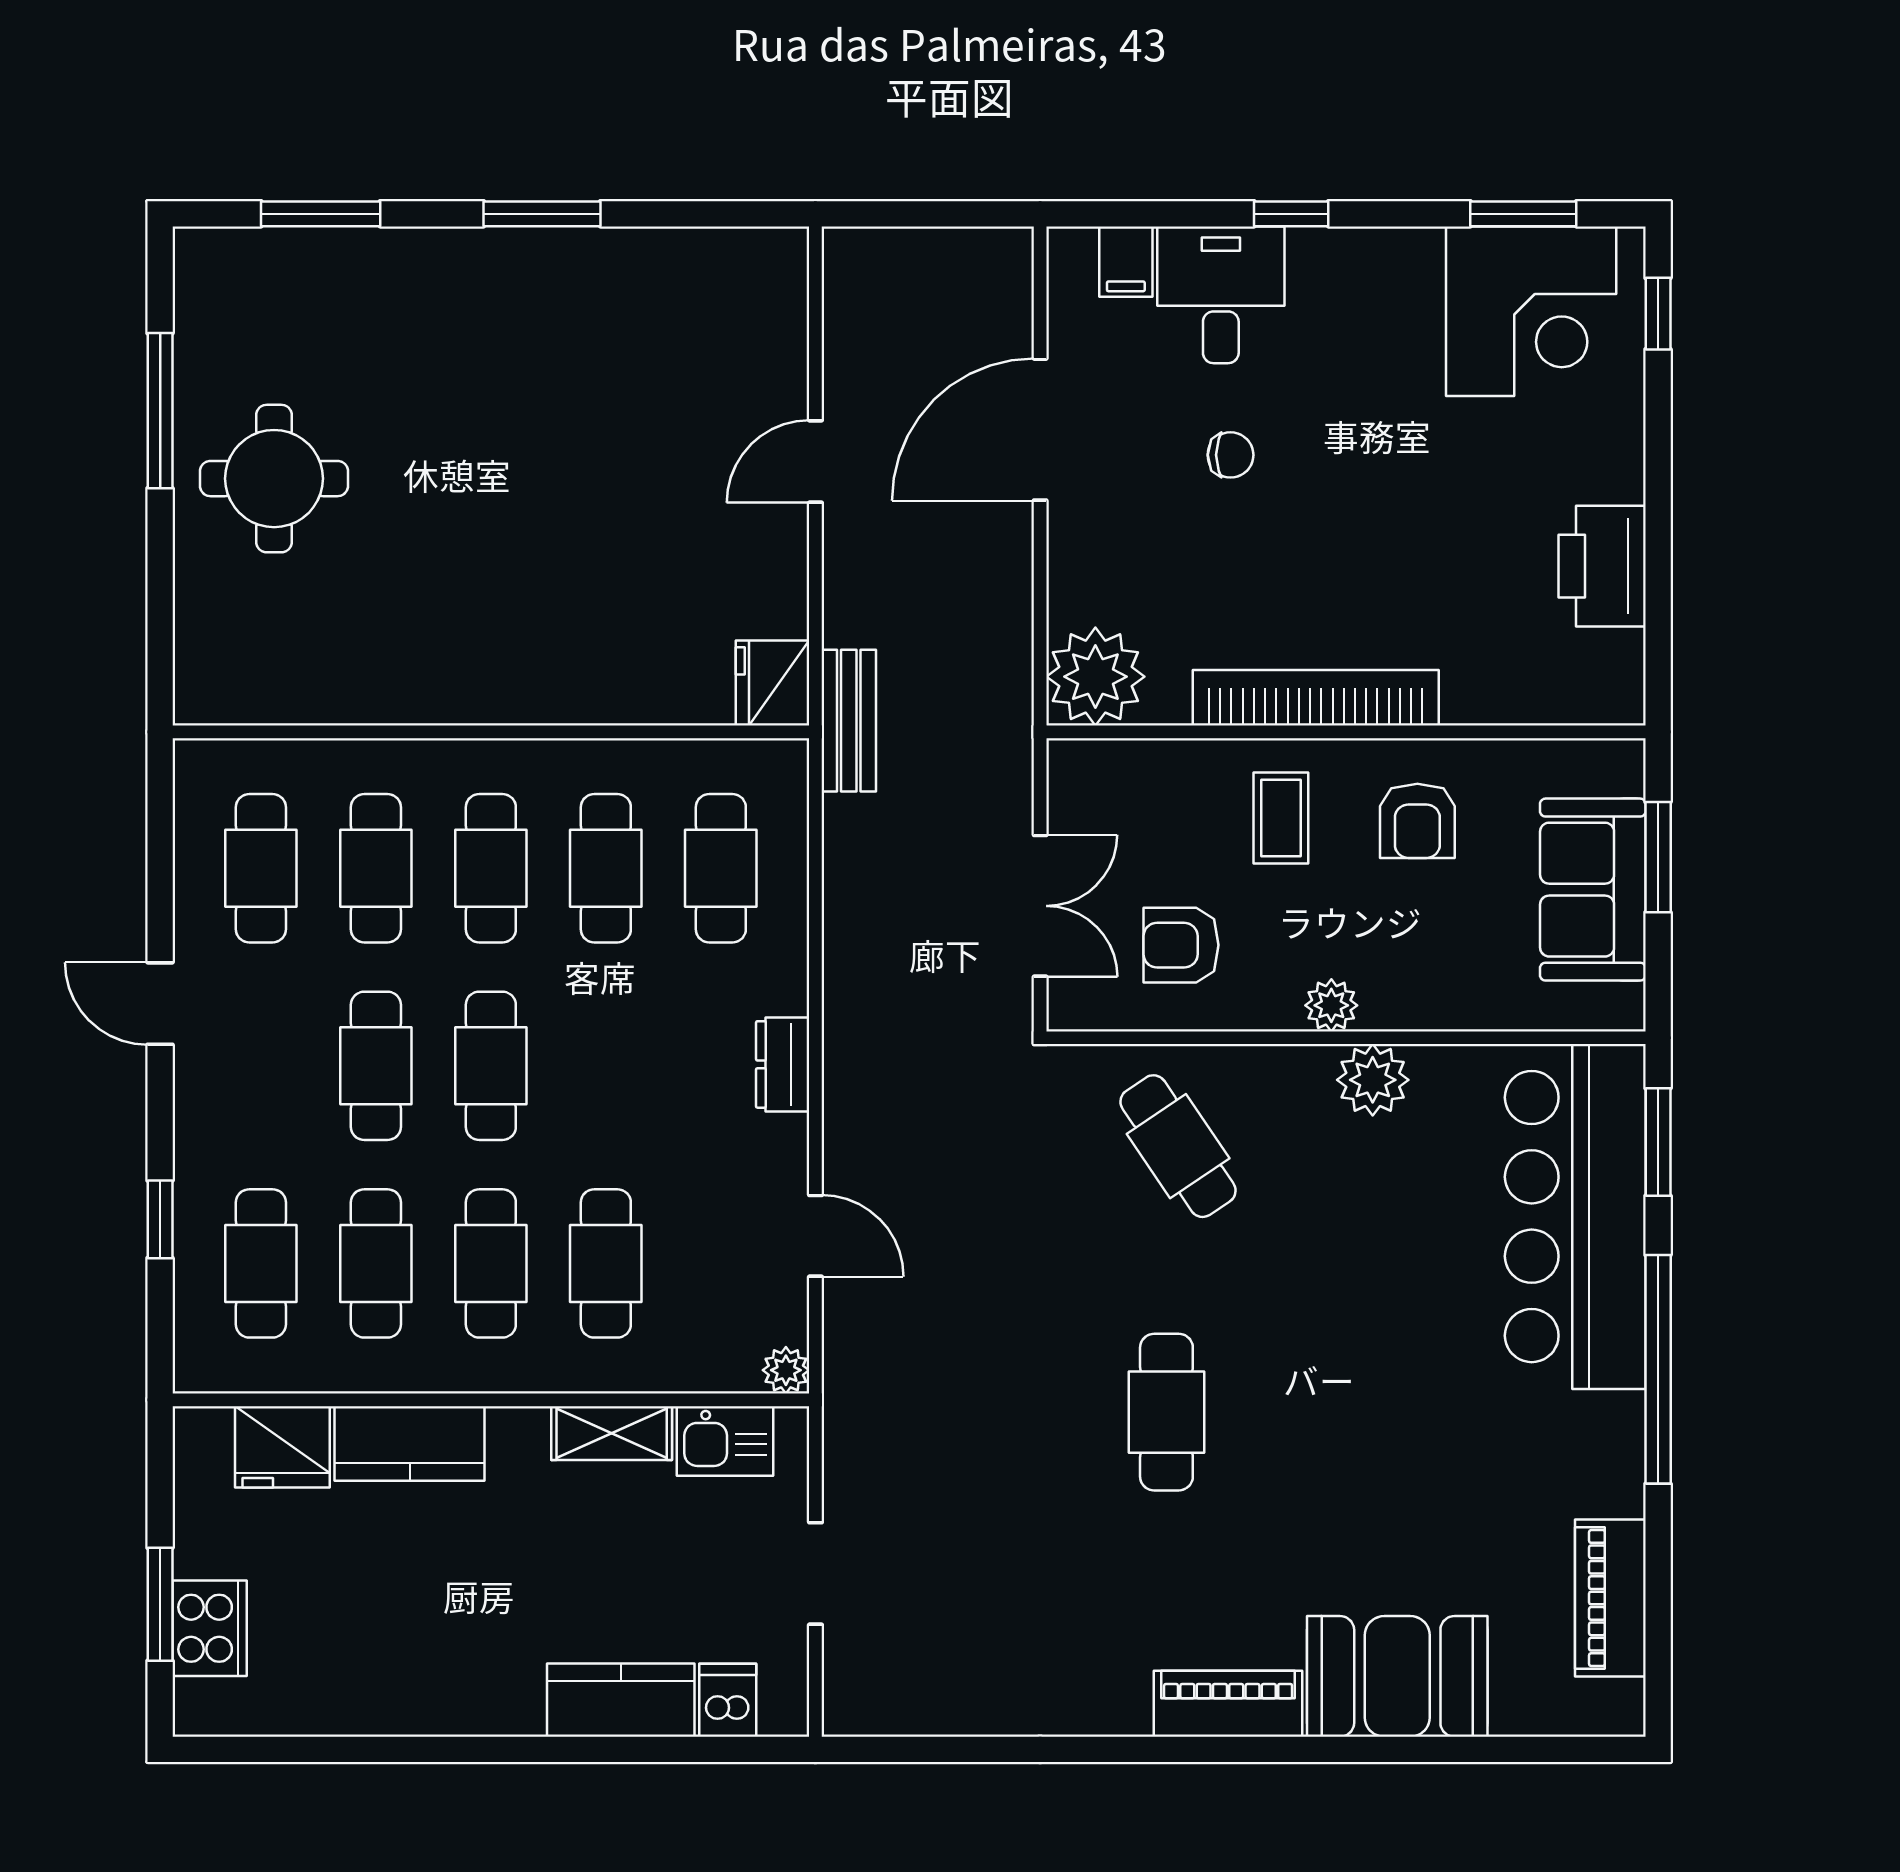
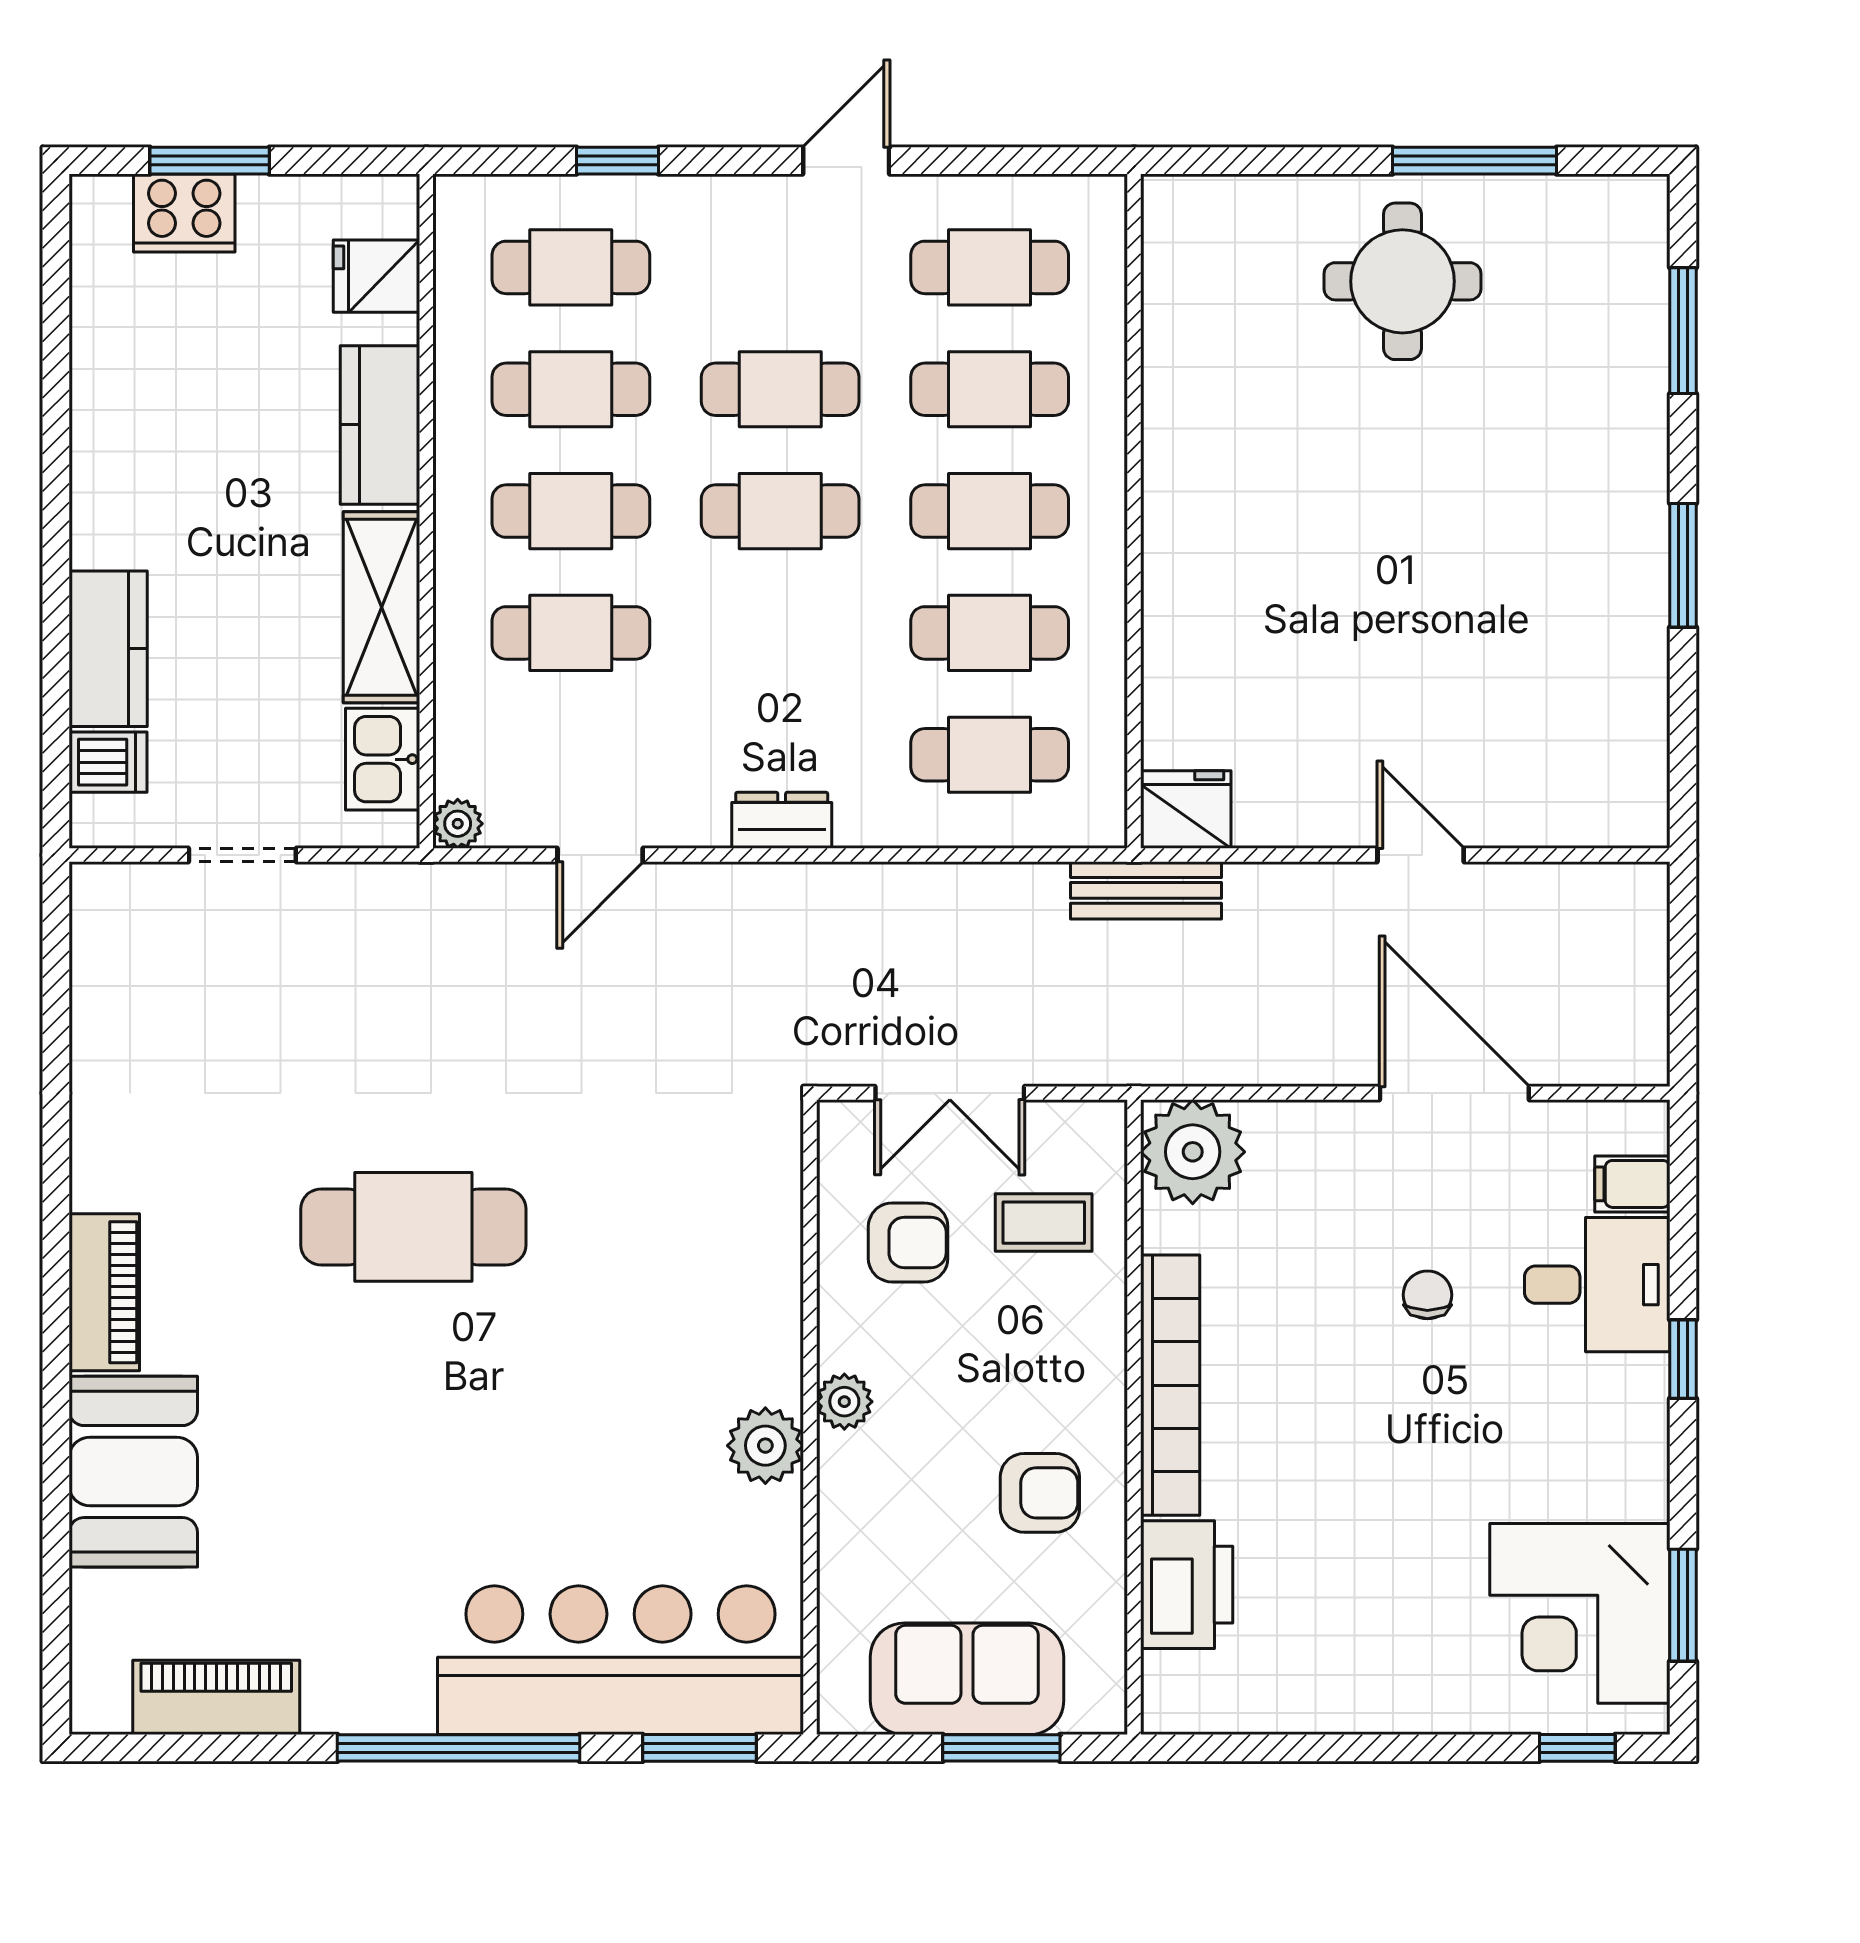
chair: (1231, 455) -> (1427, 1295), turned 180
printer: (1602, 566) -> (1187, 1585), moved, turned 90
coffee table: (1281, 818) -> (1044, 1223), moved
armchair: (1417, 821) -> (1040, 1493), turned 180
armchair: (1181, 945) -> (908, 1242), turned 90
cafe table: (1178, 1146) -> (695, 1239), removed
cafe table: (1166, 1412) -> (413, 1227), width x1.37, depth x1.35
shelving: (612, 1433) -> (381, 607), width x1.50, depth x1.33
fridge: (282, 1447) -> (377, 276), width x0.72

